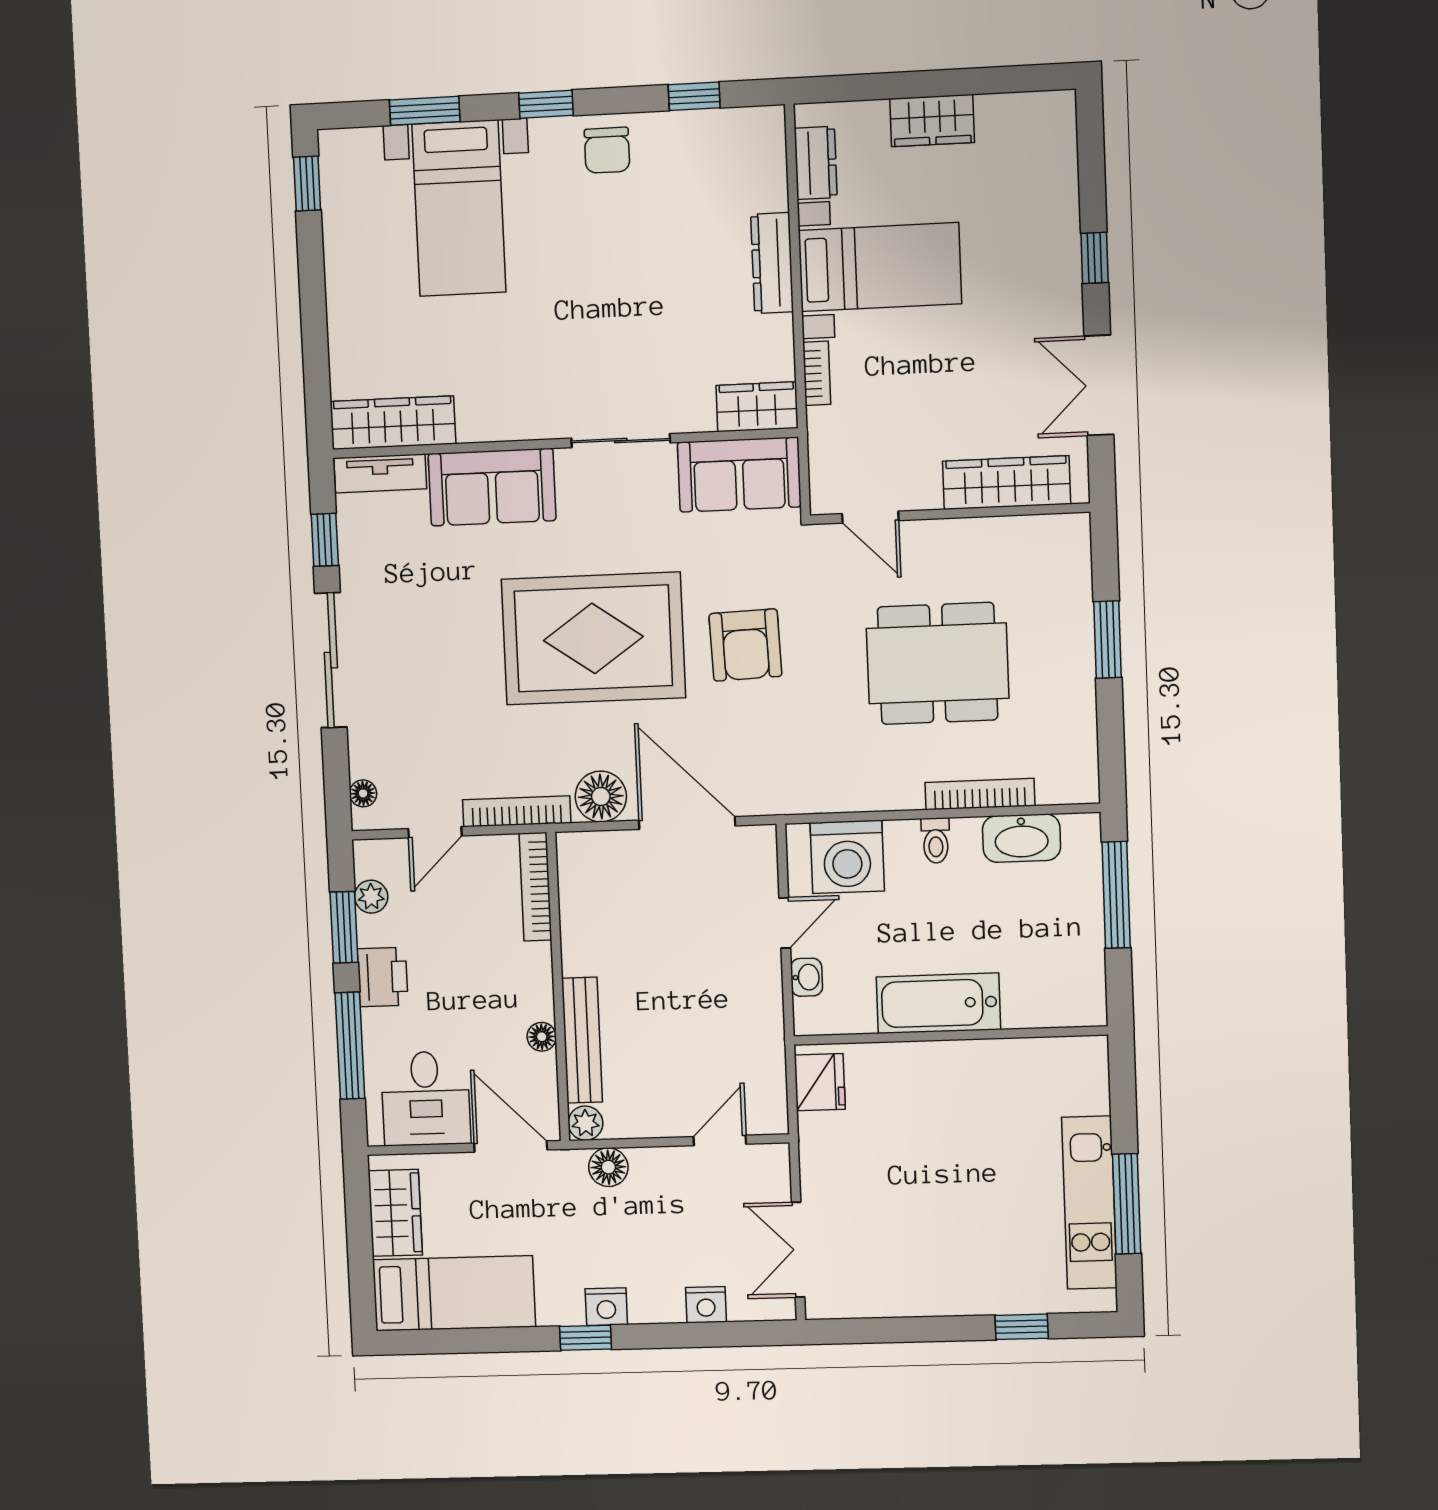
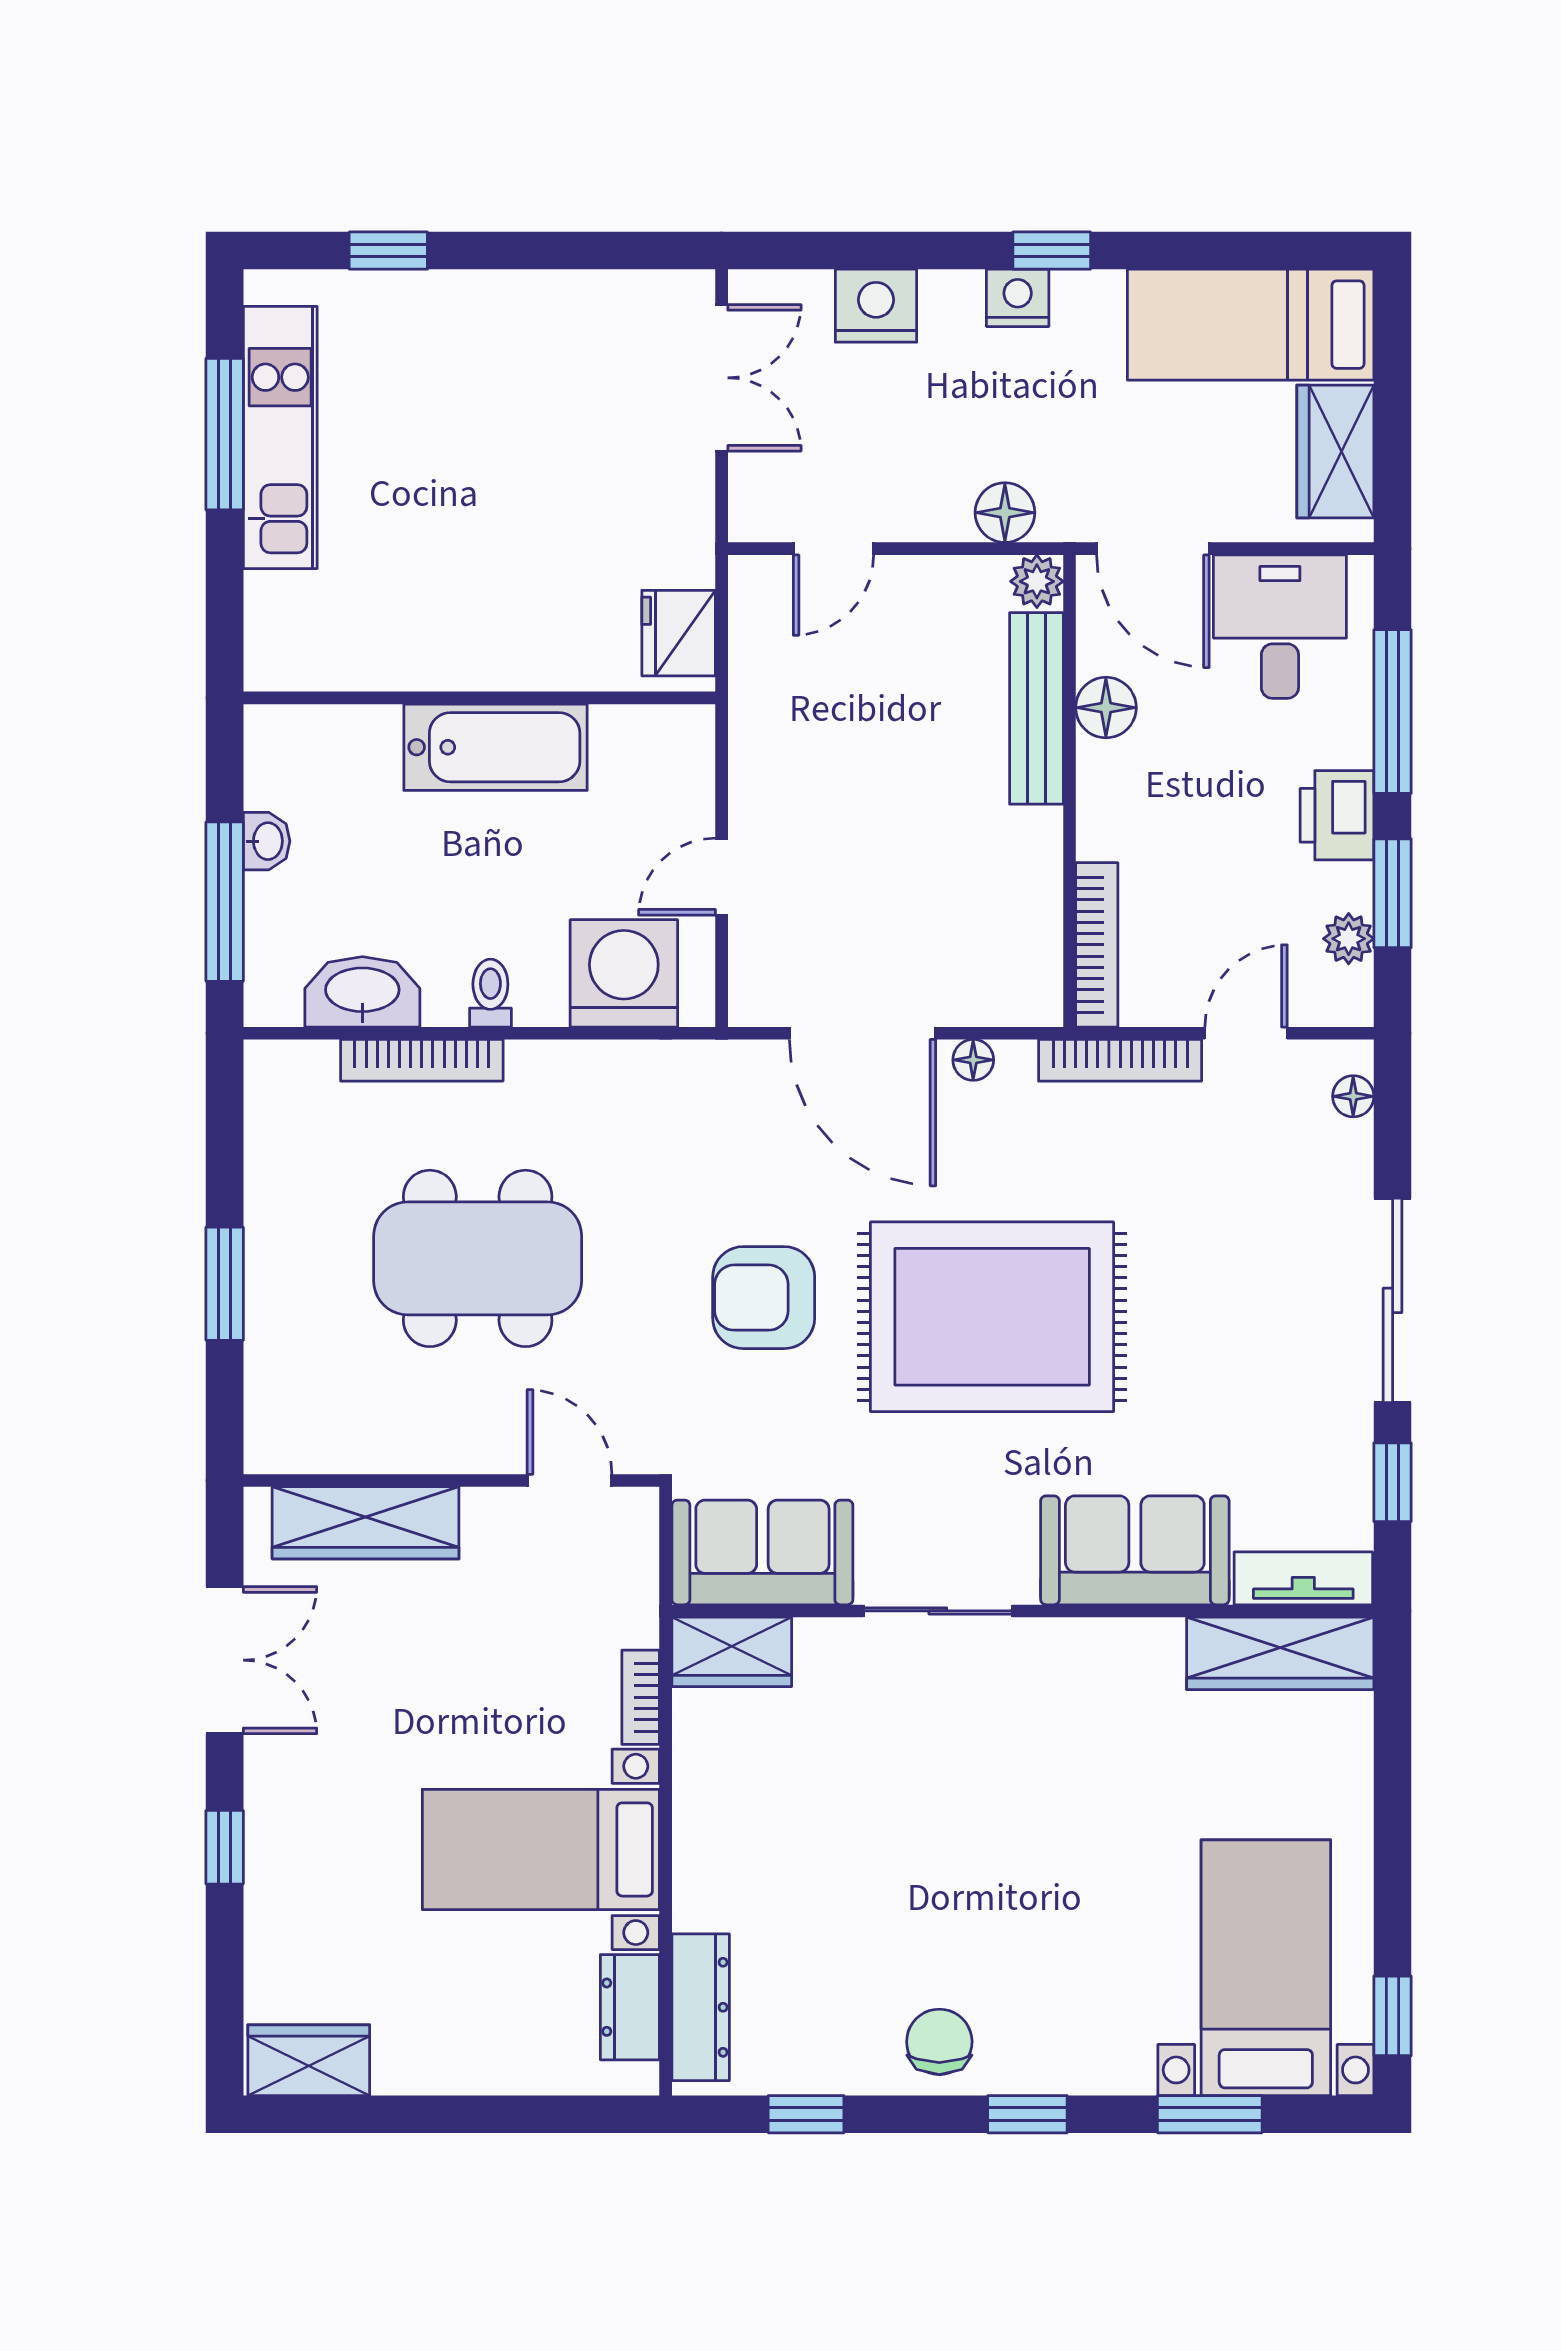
wardrobe: (932, 121) -> (309, 2060), moved
bed with nightstands: (459, 208) -> (1266, 1968), moved
dresser: (772, 263) -> (701, 2007), moved
armchair: (745, 645) -> (764, 1298), turned -88
floor lamp: (601, 797) -> (973, 1060), width x0.53, depth x0.53
washbasin: (807, 977) -> (267, 841), moved, turned 180
floor lamp: (542, 1037) -> (1106, 708), width x1.37, depth x1.37
nightstand: (706, 1305) -> (876, 306), width x1.36, depth x1.33

